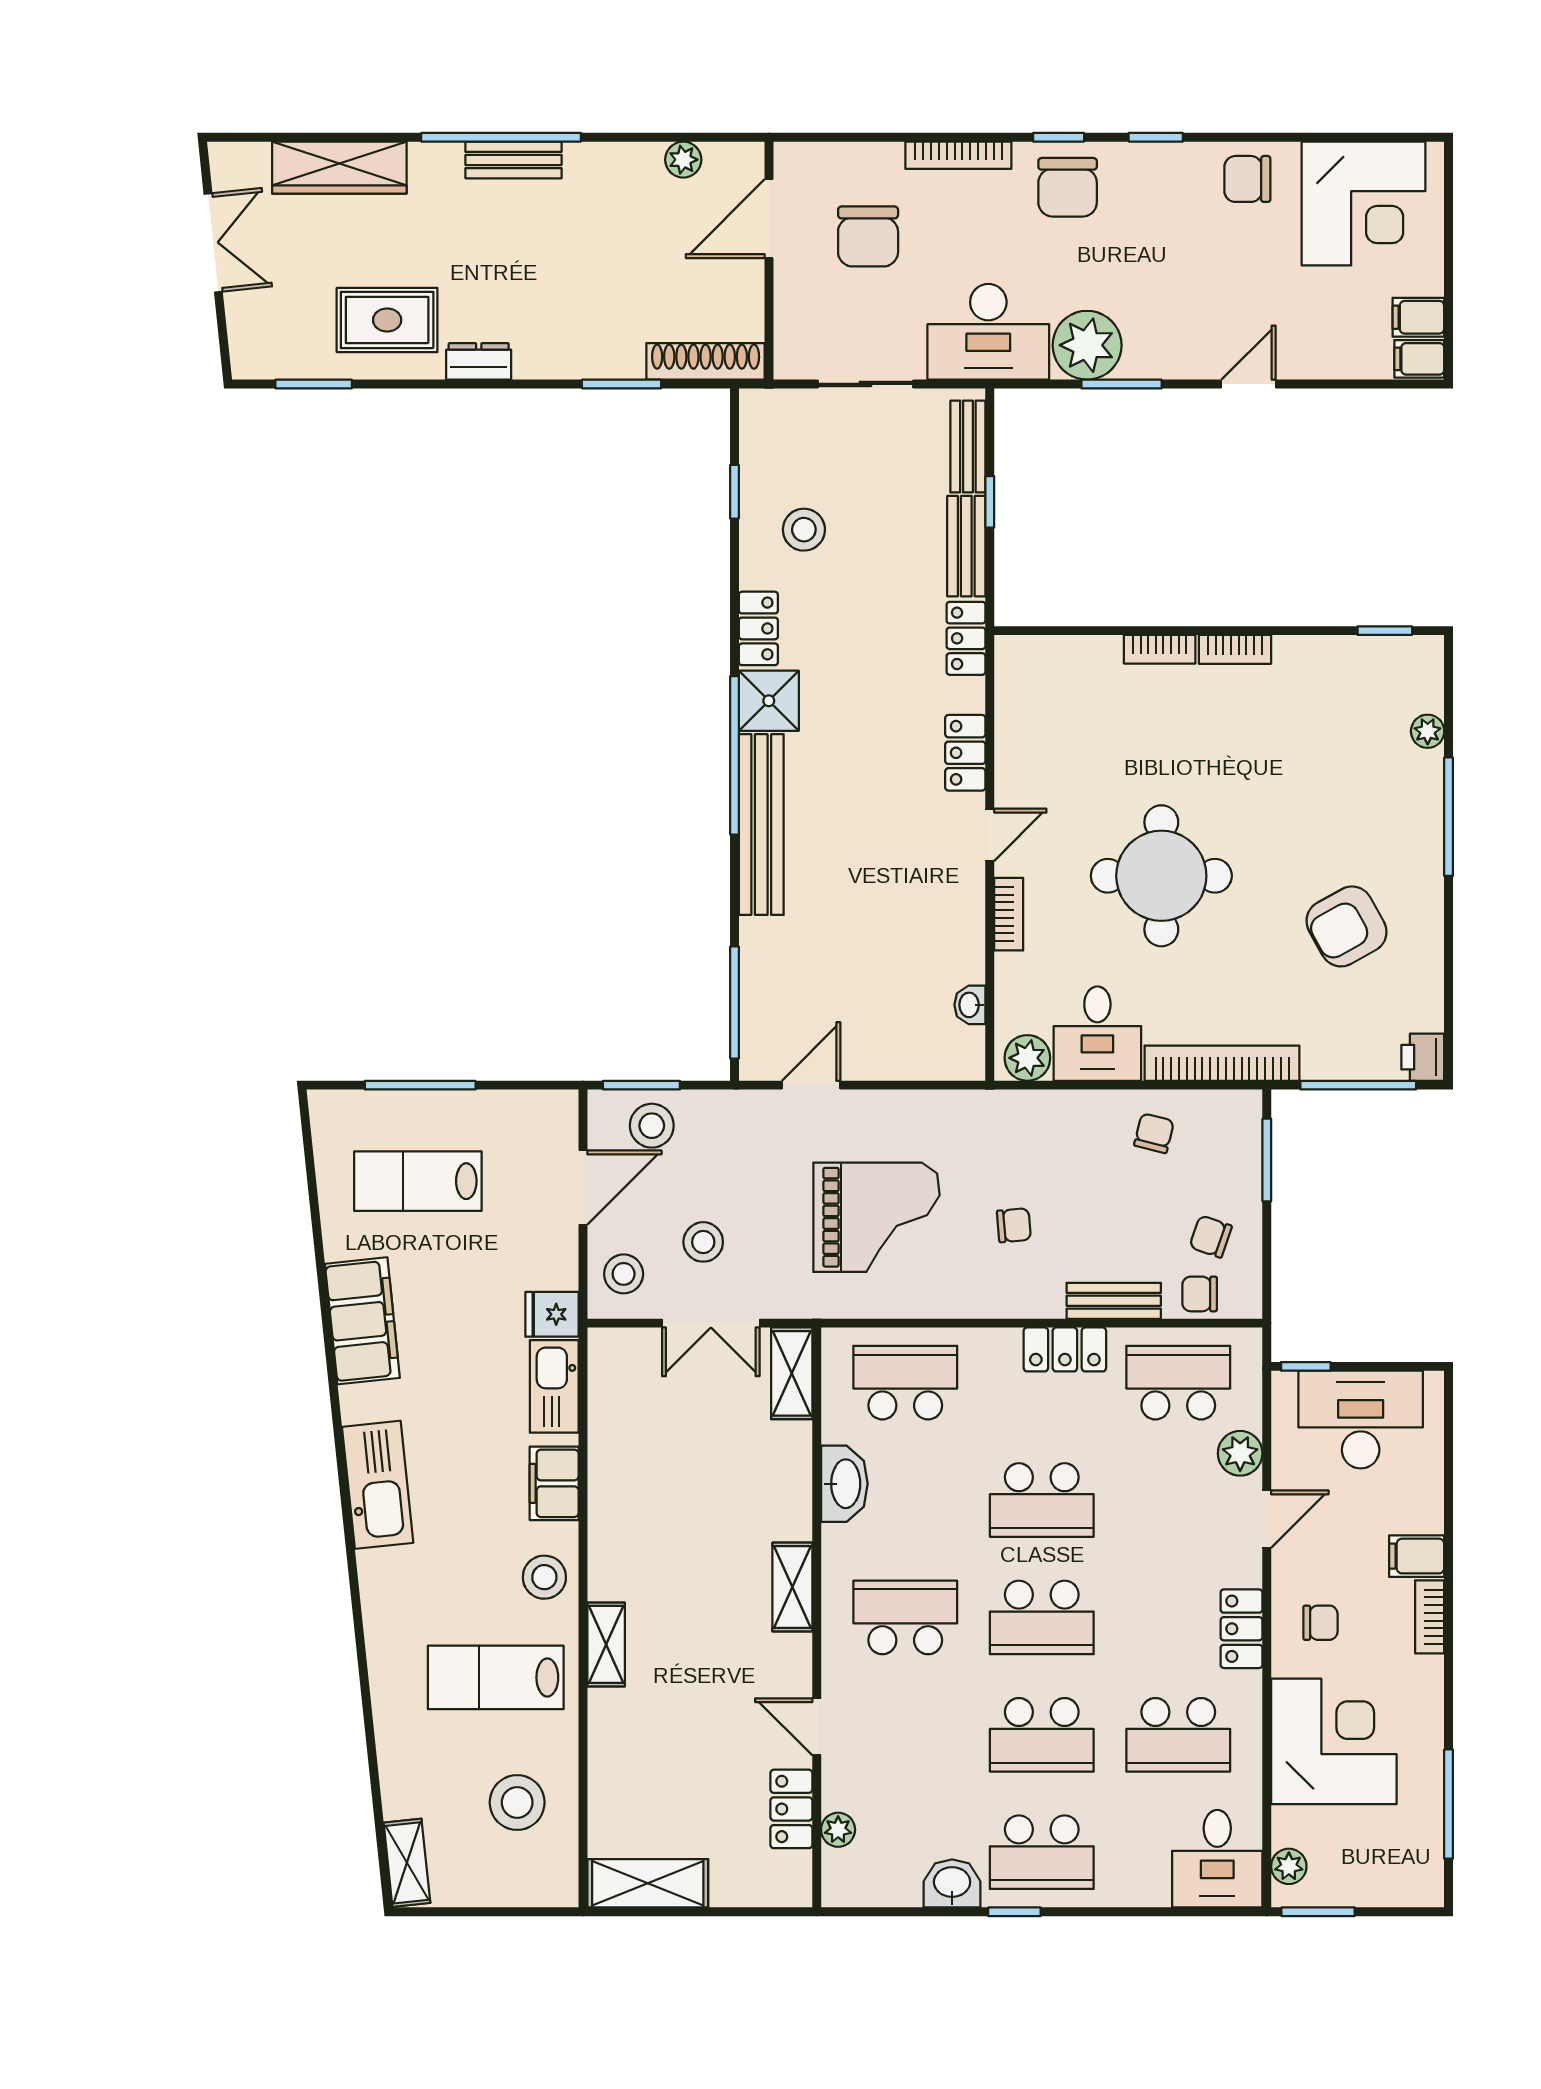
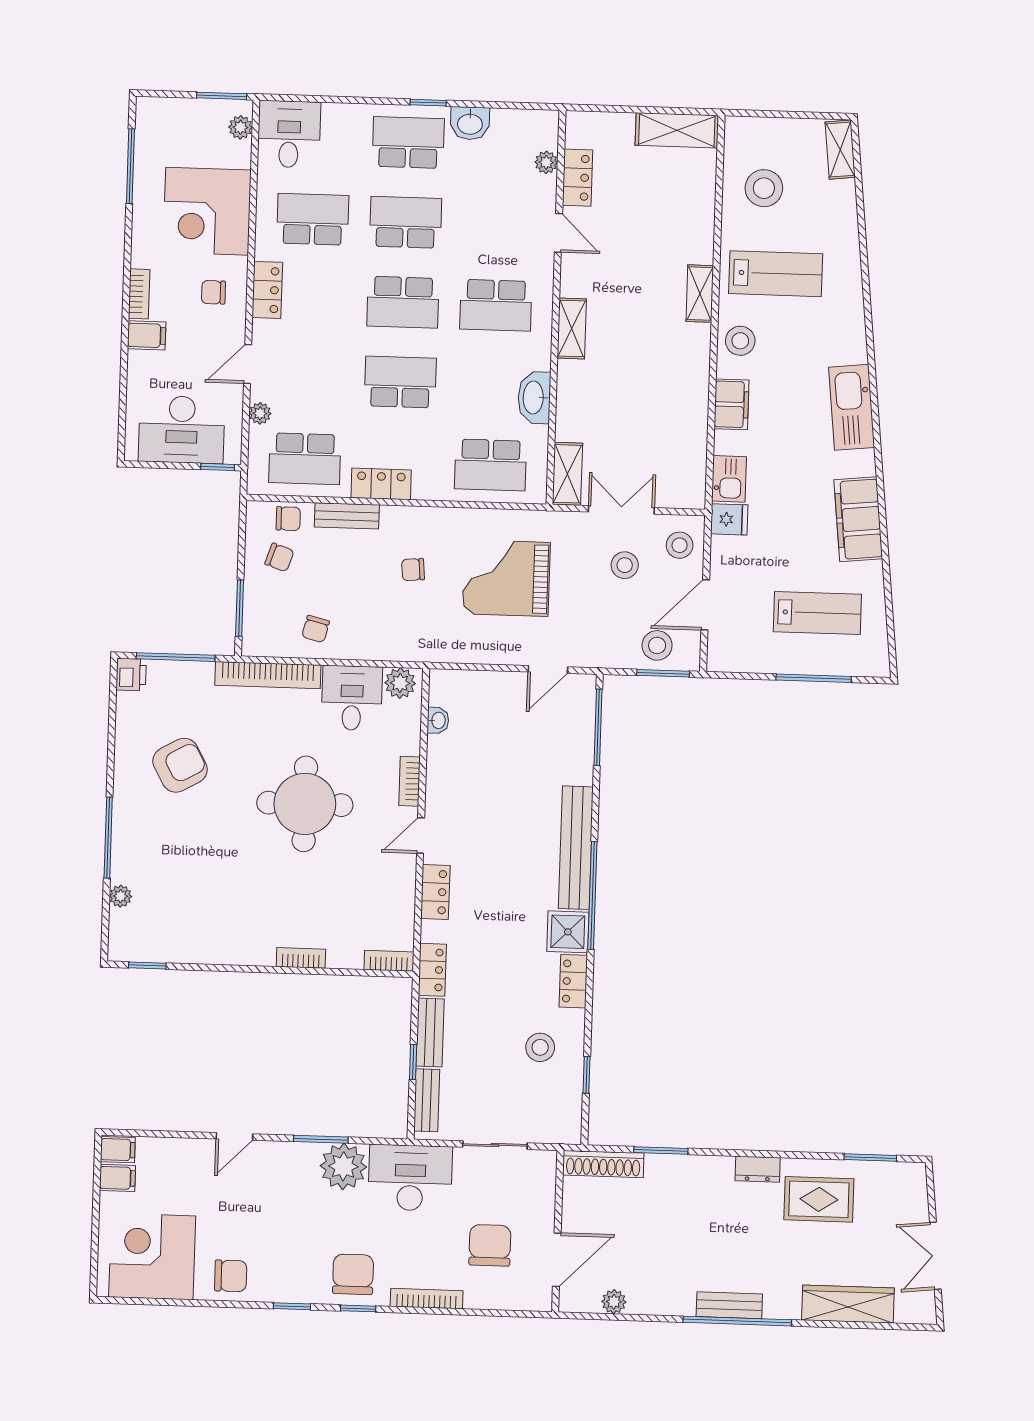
bookcase: (1235, 649) -> (389, 961), moved
kitchen sink: (554, 1386) -> (729, 479), width x0.73
plant: (1240, 1453) -> (260, 413), width x0.73, depth x0.73
school desk: (1042, 1617) -> (403, 302), turned 180

